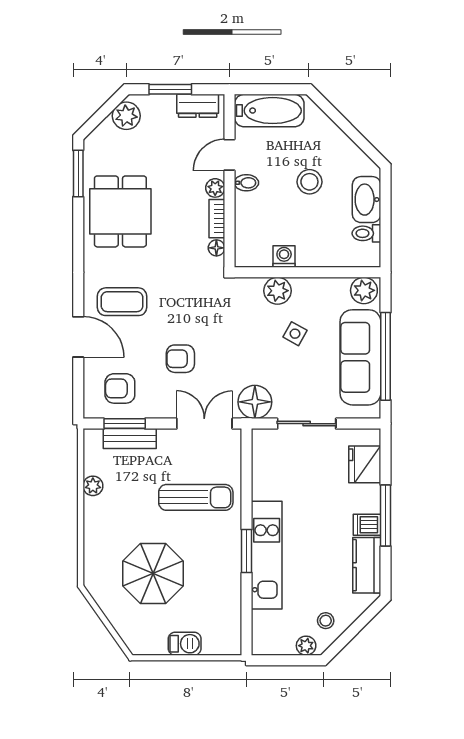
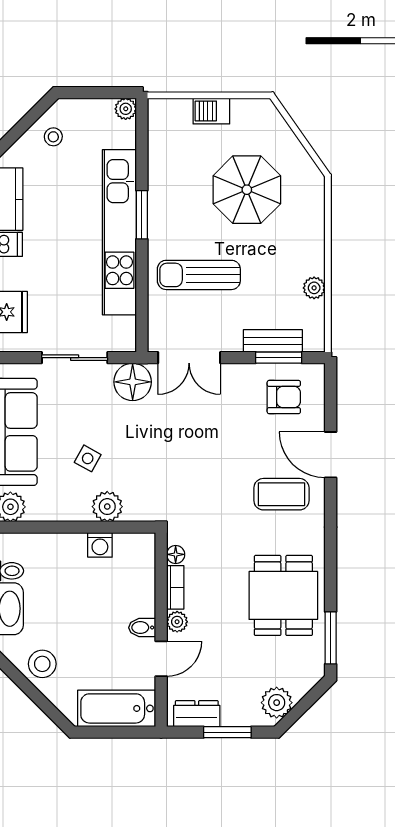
stool: (309, 182) -> (42, 664), moved
armchair: (180, 359) -> (216, 430), removed
kitchen unit: (267, 555) -> (119, 232), width x1.36
plant: (306, 646) -> (126, 109), moved

